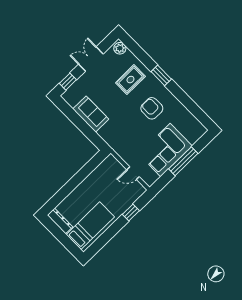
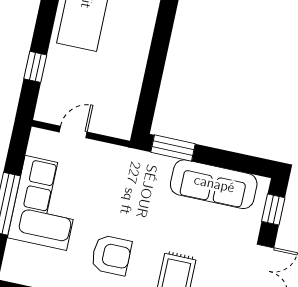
sofa: (91, 114) -> (214, 184), width x1.36
window: (94, 137) -> (173, 148), added

